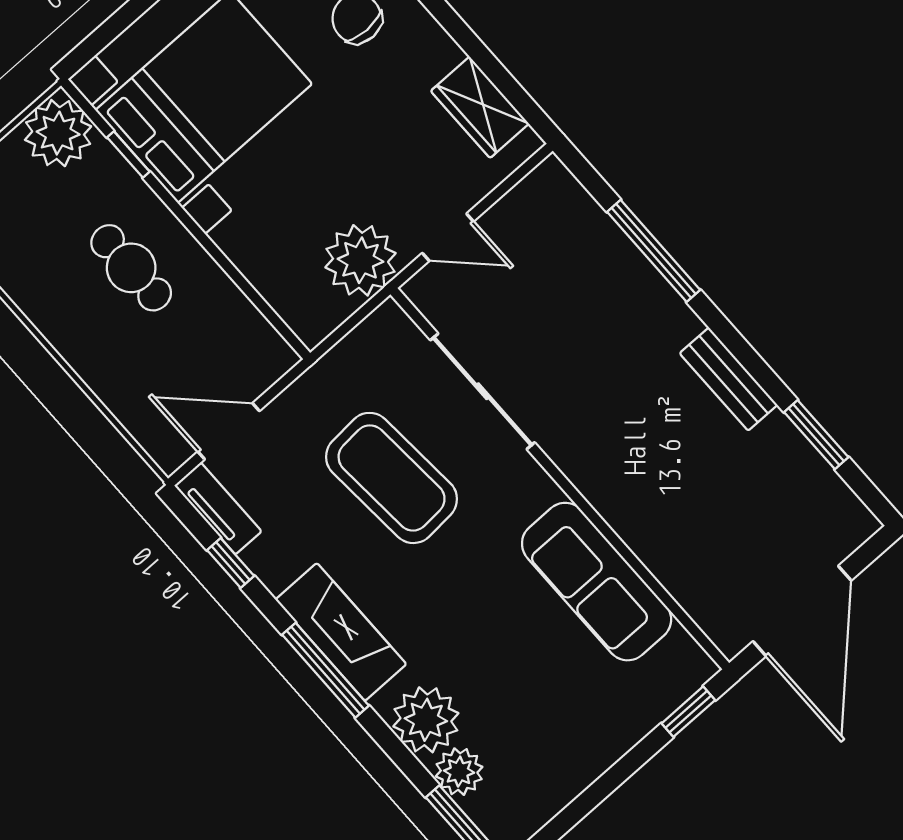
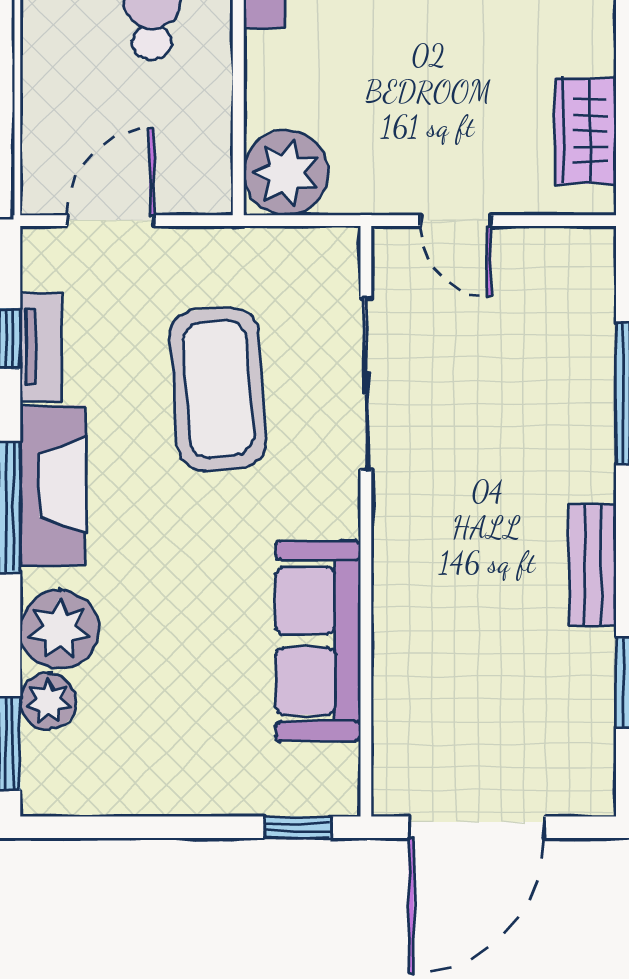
plant: (361, 260) -> (286, 173), moved
door: (229, 431) -> (111, 221), hinge flipped
tv unit: (218, 508) -> (41, 347), moved

